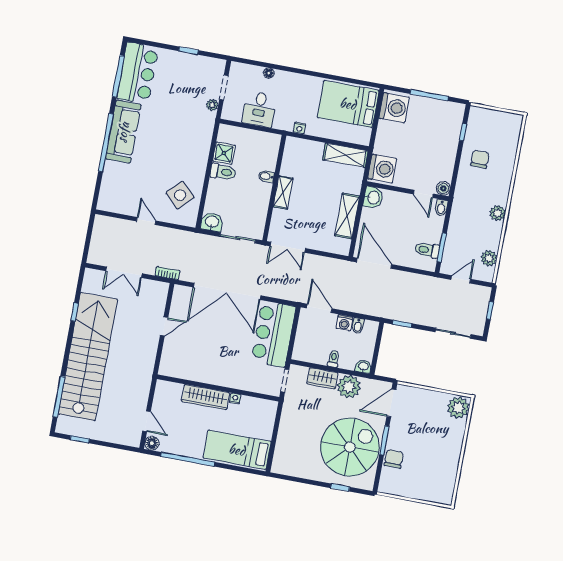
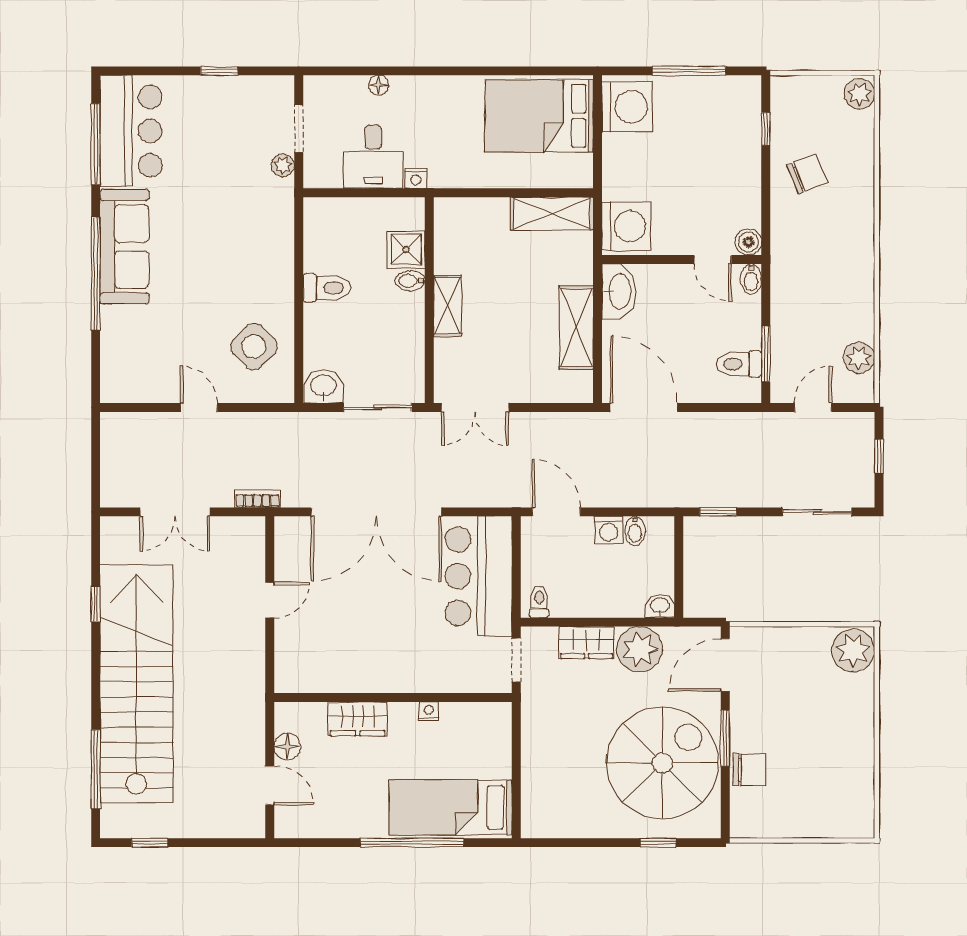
nightstand: (299, 128) -> (416, 178), moved
shower: (224, 153) -> (406, 250), moved
chair: (480, 159) -> (807, 174), turned 68
washbasin: (373, 198) -> (619, 292), width x1.38
plant: (498, 213) -> (859, 94), moved
toilet: (334, 359) -> (539, 602), moved
wardrobe: (205, 397) -> (358, 719), width x0.67
floor lamp: (152, 443) -> (287, 747), moved
window: (187, 459) -> (412, 843), moved
chair: (394, 459) -> (749, 770), turned 90

